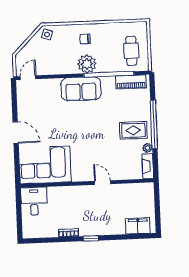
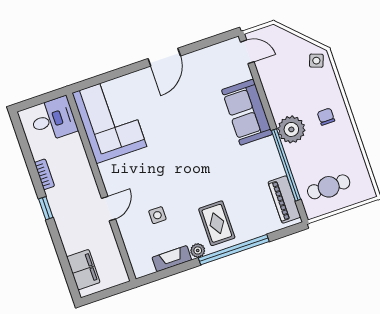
sofa: (81, 89) -> (247, 112), moved
corner sofa: (45, 165) -> (109, 120), moved
side table: (117, 167) -> (157, 215), added
wall: (87, 183) -> (101, 187), moved
door: (102, 183) -> (108, 209), moved
desk: (34, 201) -> (53, 119), moved

